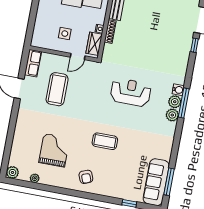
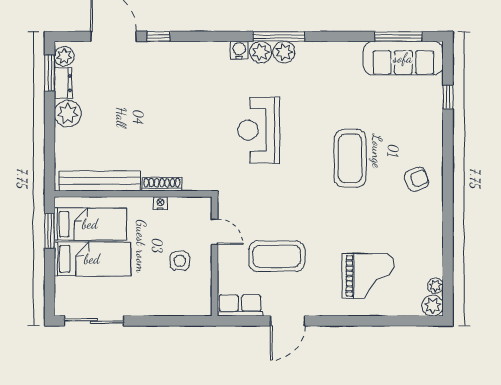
wardrobe: (94, 44) -> (188, 208), removed
window: (184, 103) -> (279, 36), moved
coffee table: (105, 141) -> (350, 158), width x1.36, depth x1.32
grand piano: (54, 150) -> (368, 276), moved, turned 180
plant: (35, 178) -> (435, 286), moved

